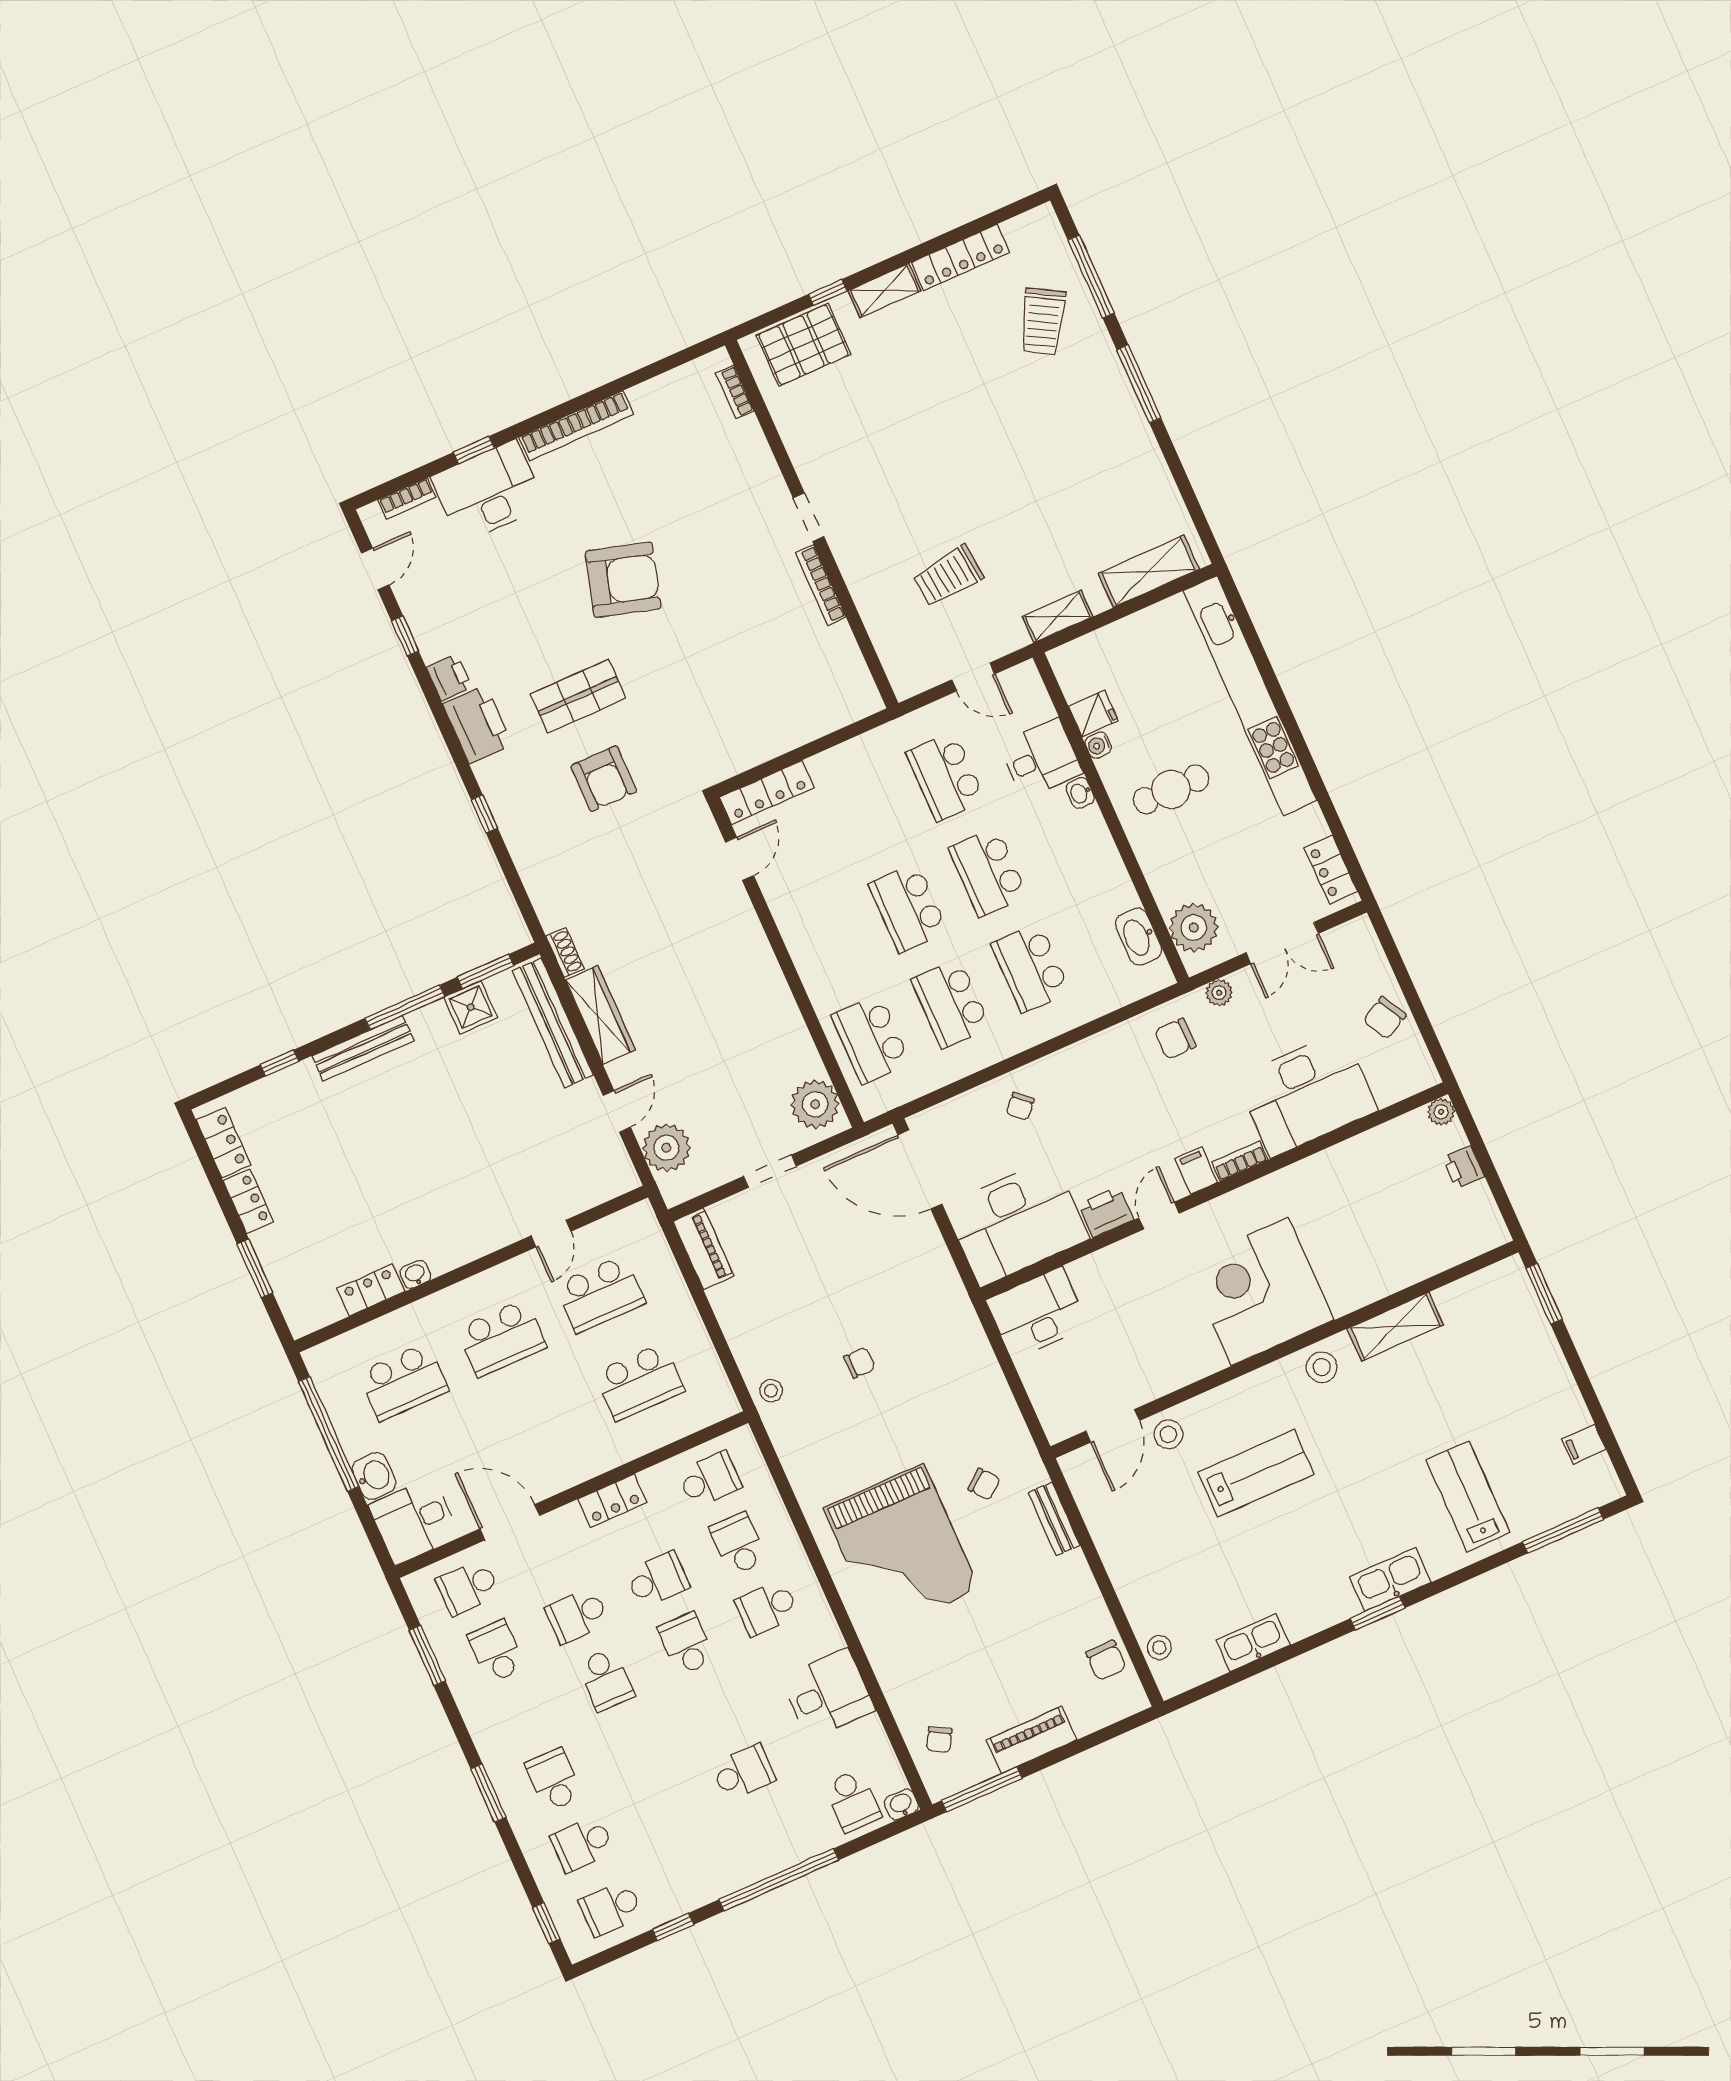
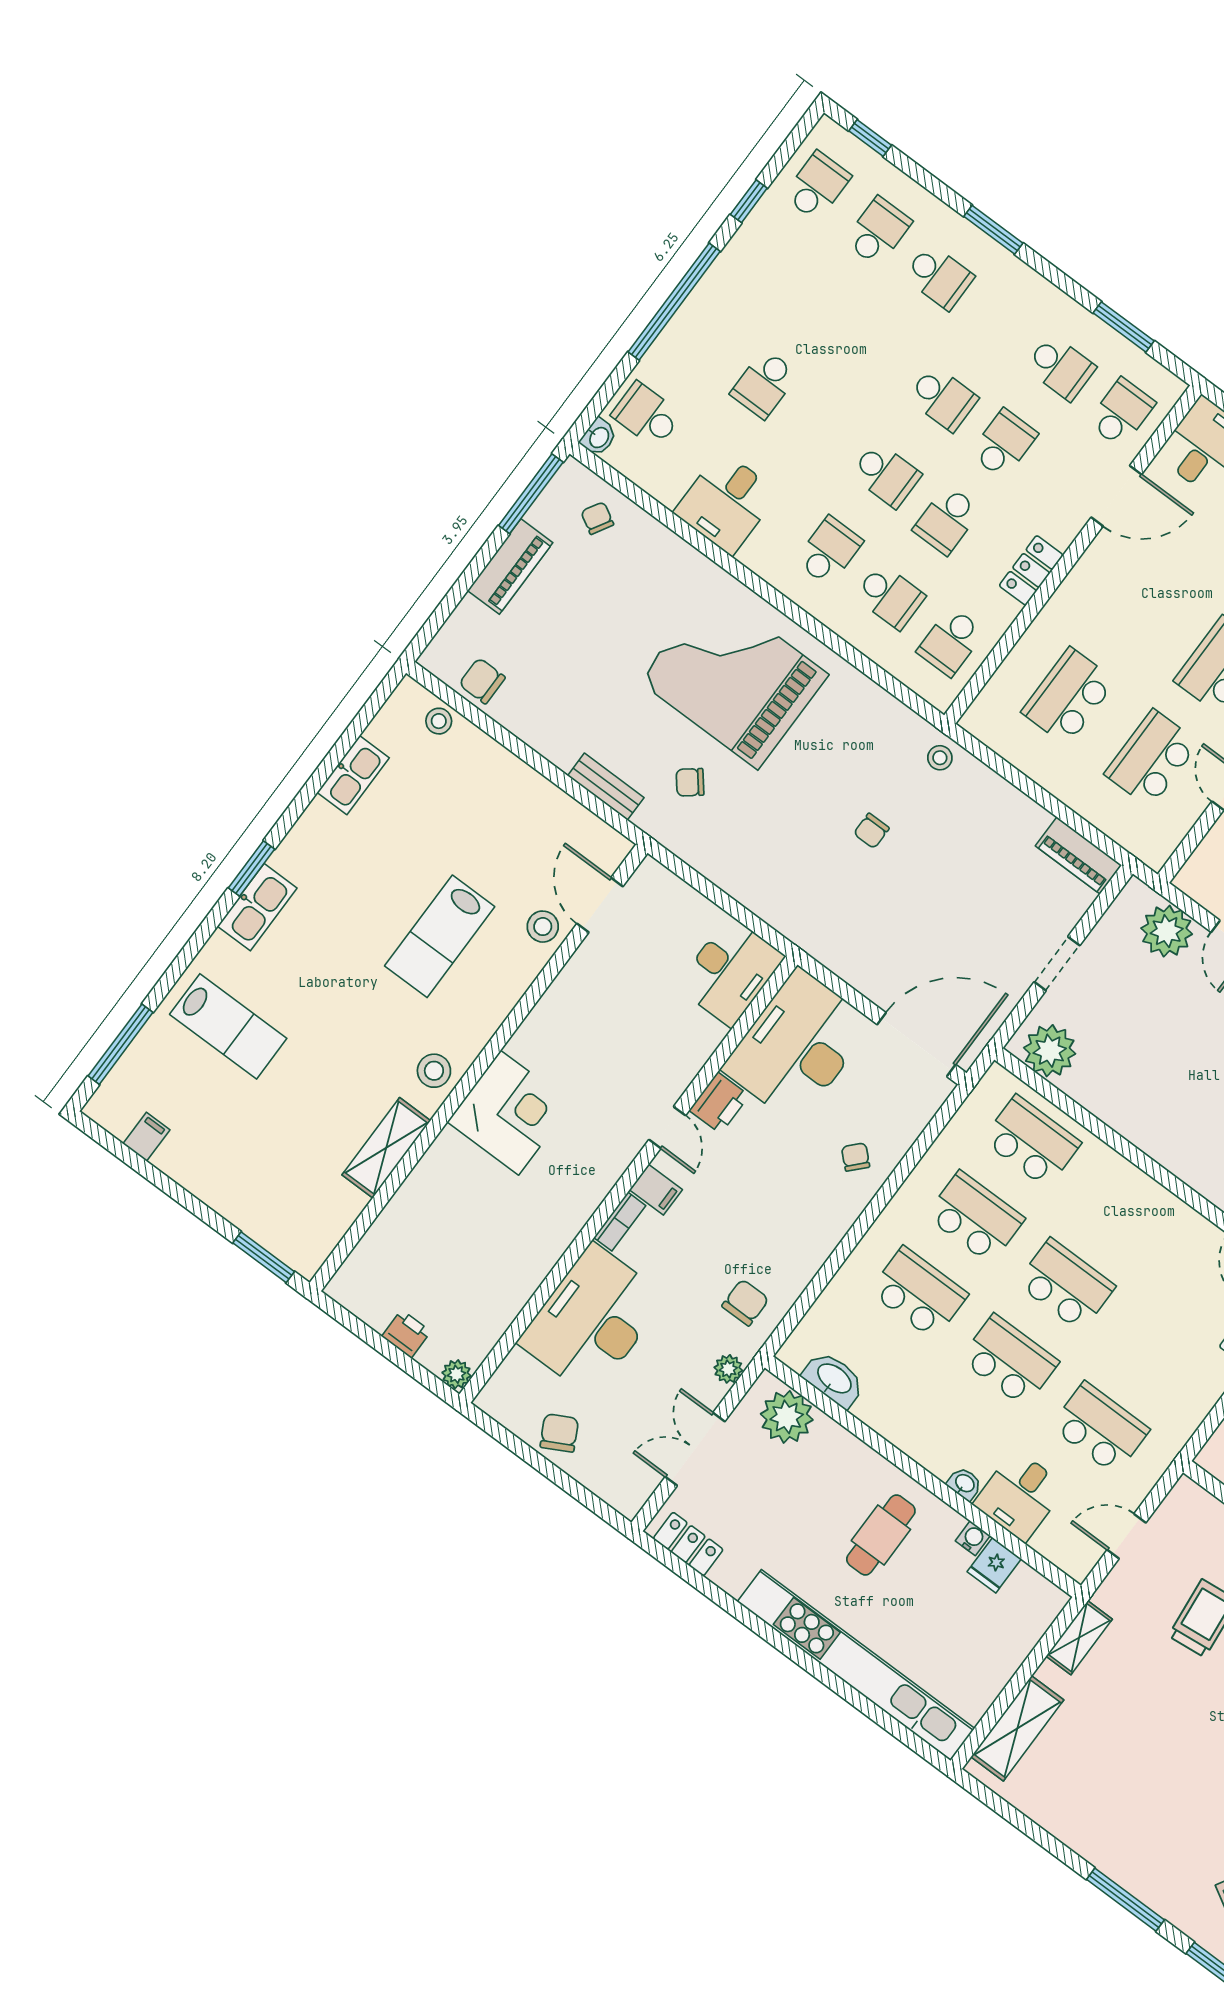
corner desk: (1260, 1291) -> (510, 1113), width x0.74, depth x0.74
school desk: (606, 1680) -> (943, 398), turned 180

